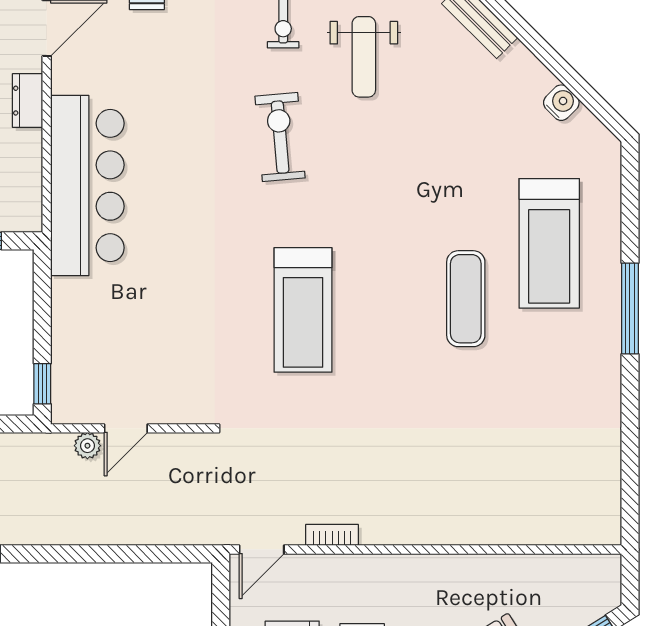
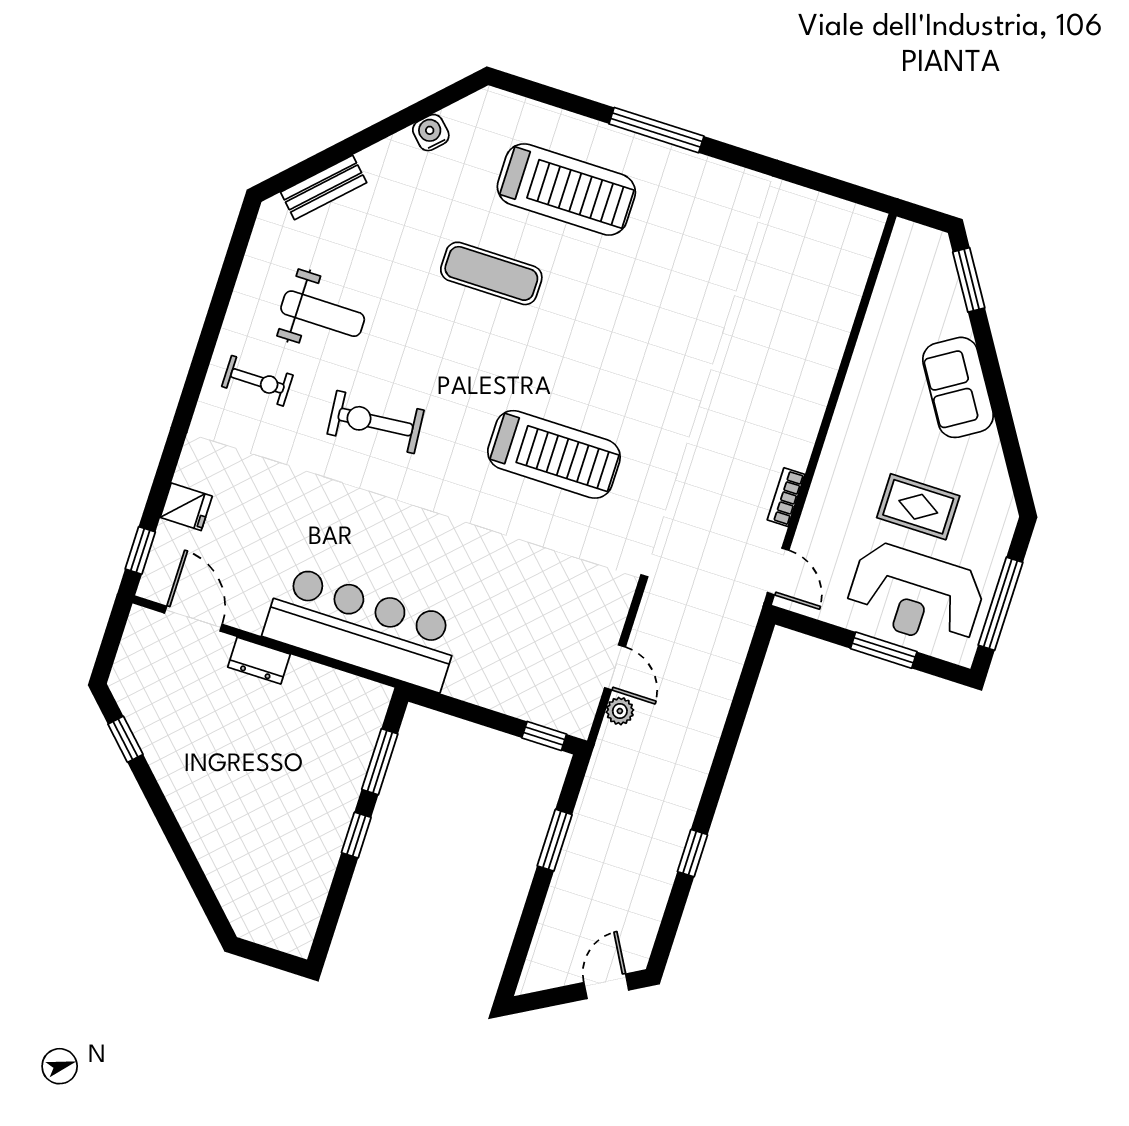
exercise mat: (466, 299) -> (491, 273), moved

